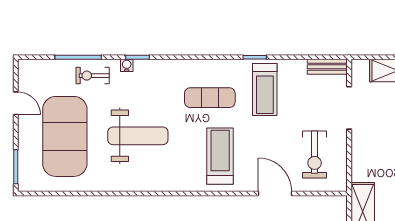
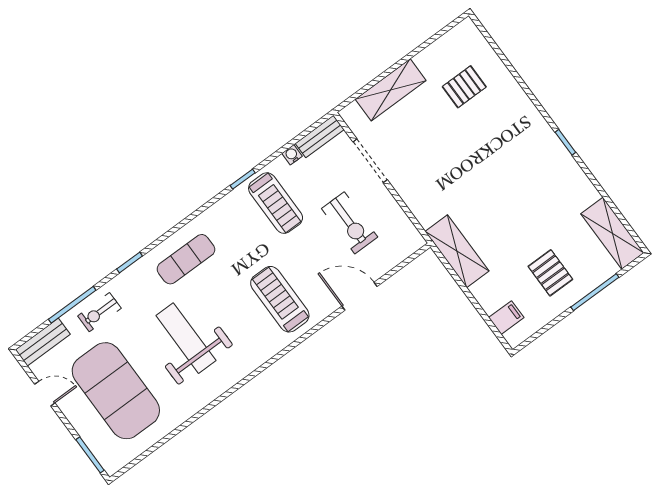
water cooler: (127, 65) -> (292, 155), moved
bench: (40, 68) -> (43, 342), added
exercise mat: (210, 98) -> (186, 259), moved
weight bench: (138, 136) -> (186, 338), turned -90
exercise bike: (315, 154) -> (350, 223), moved

